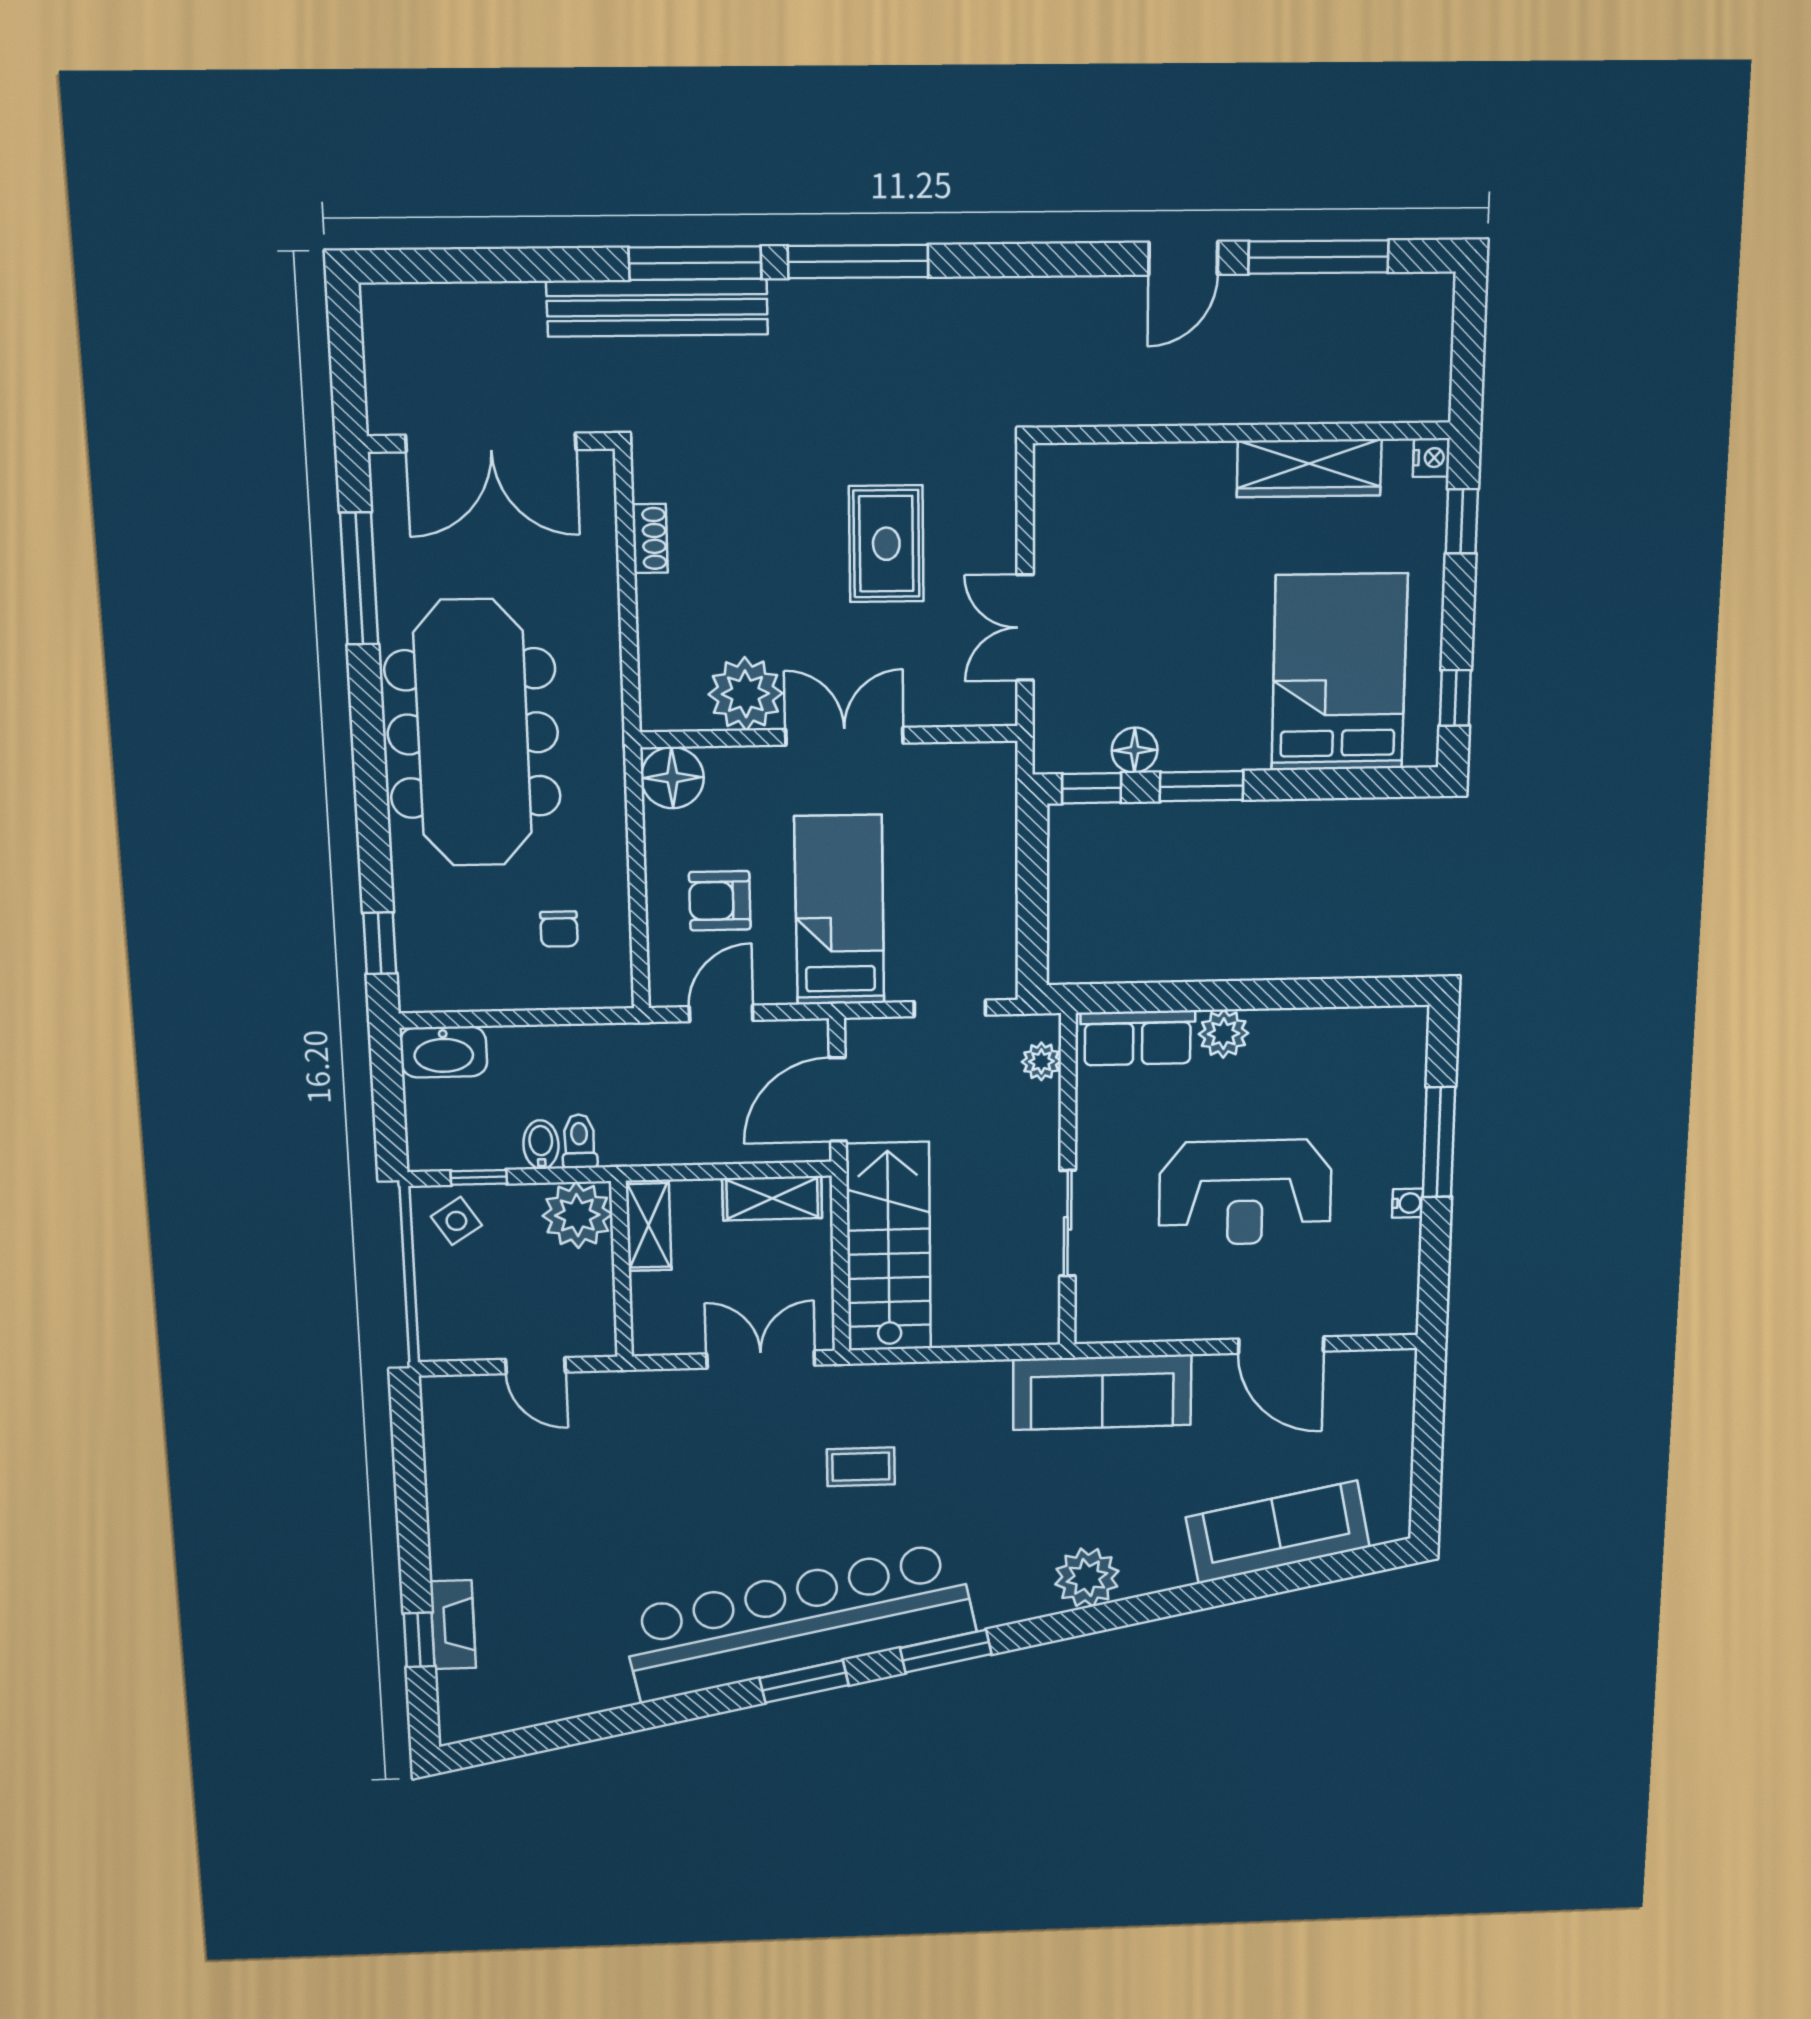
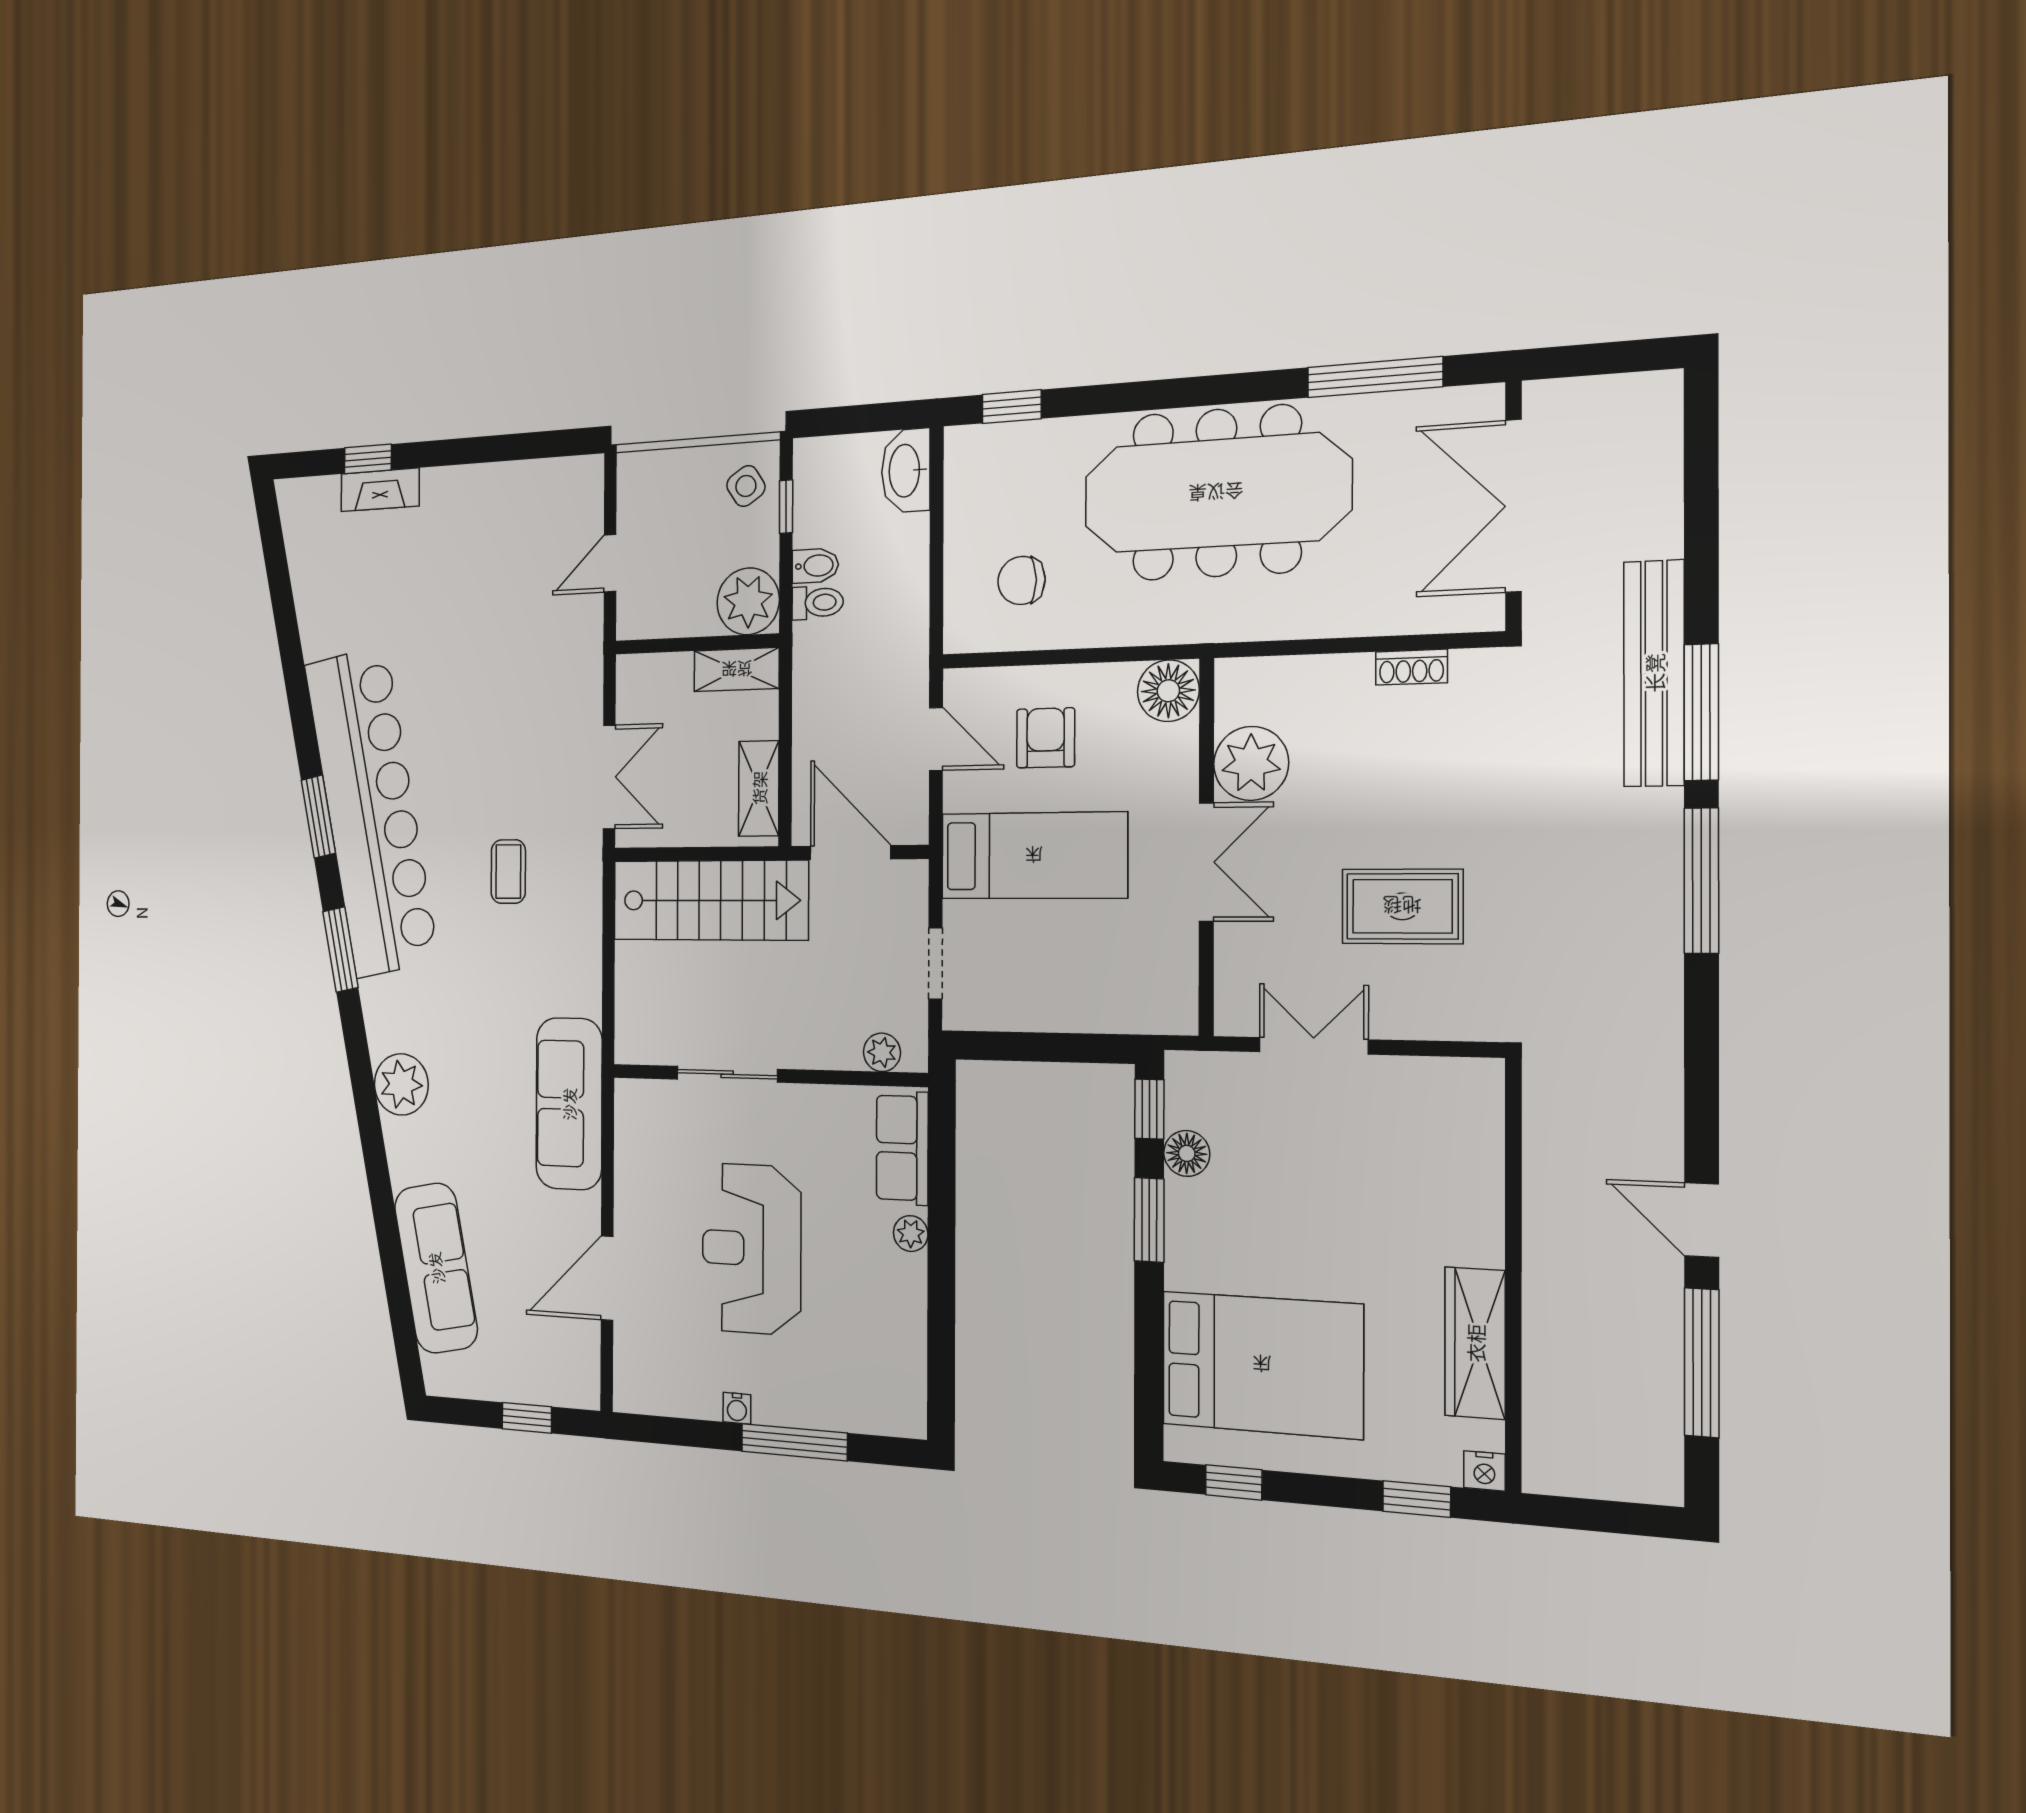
chair: (559, 929) -> (1022, 580), width x1.37, depth x1.37
plant: (1224, 1034) -> (911, 1234), width x0.73, depth x0.73
window: (1428, 1427) -> (527, 1418), added

